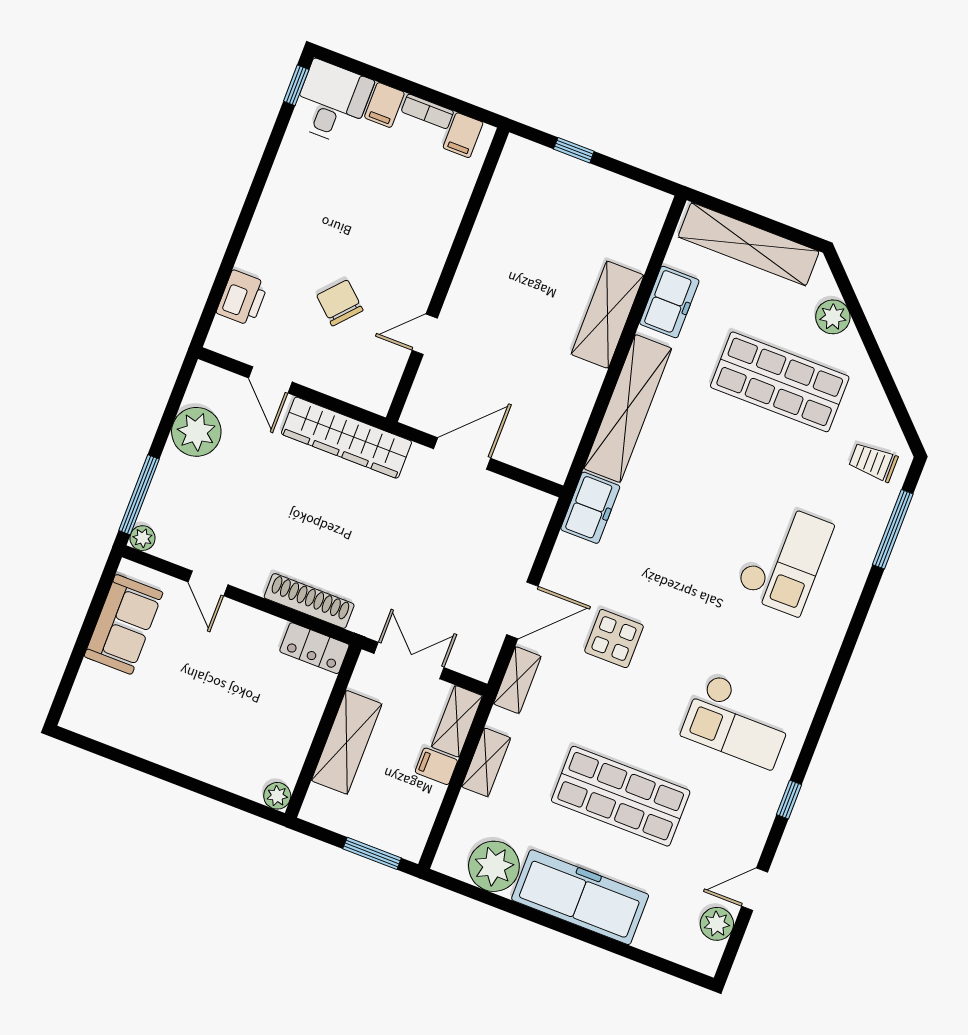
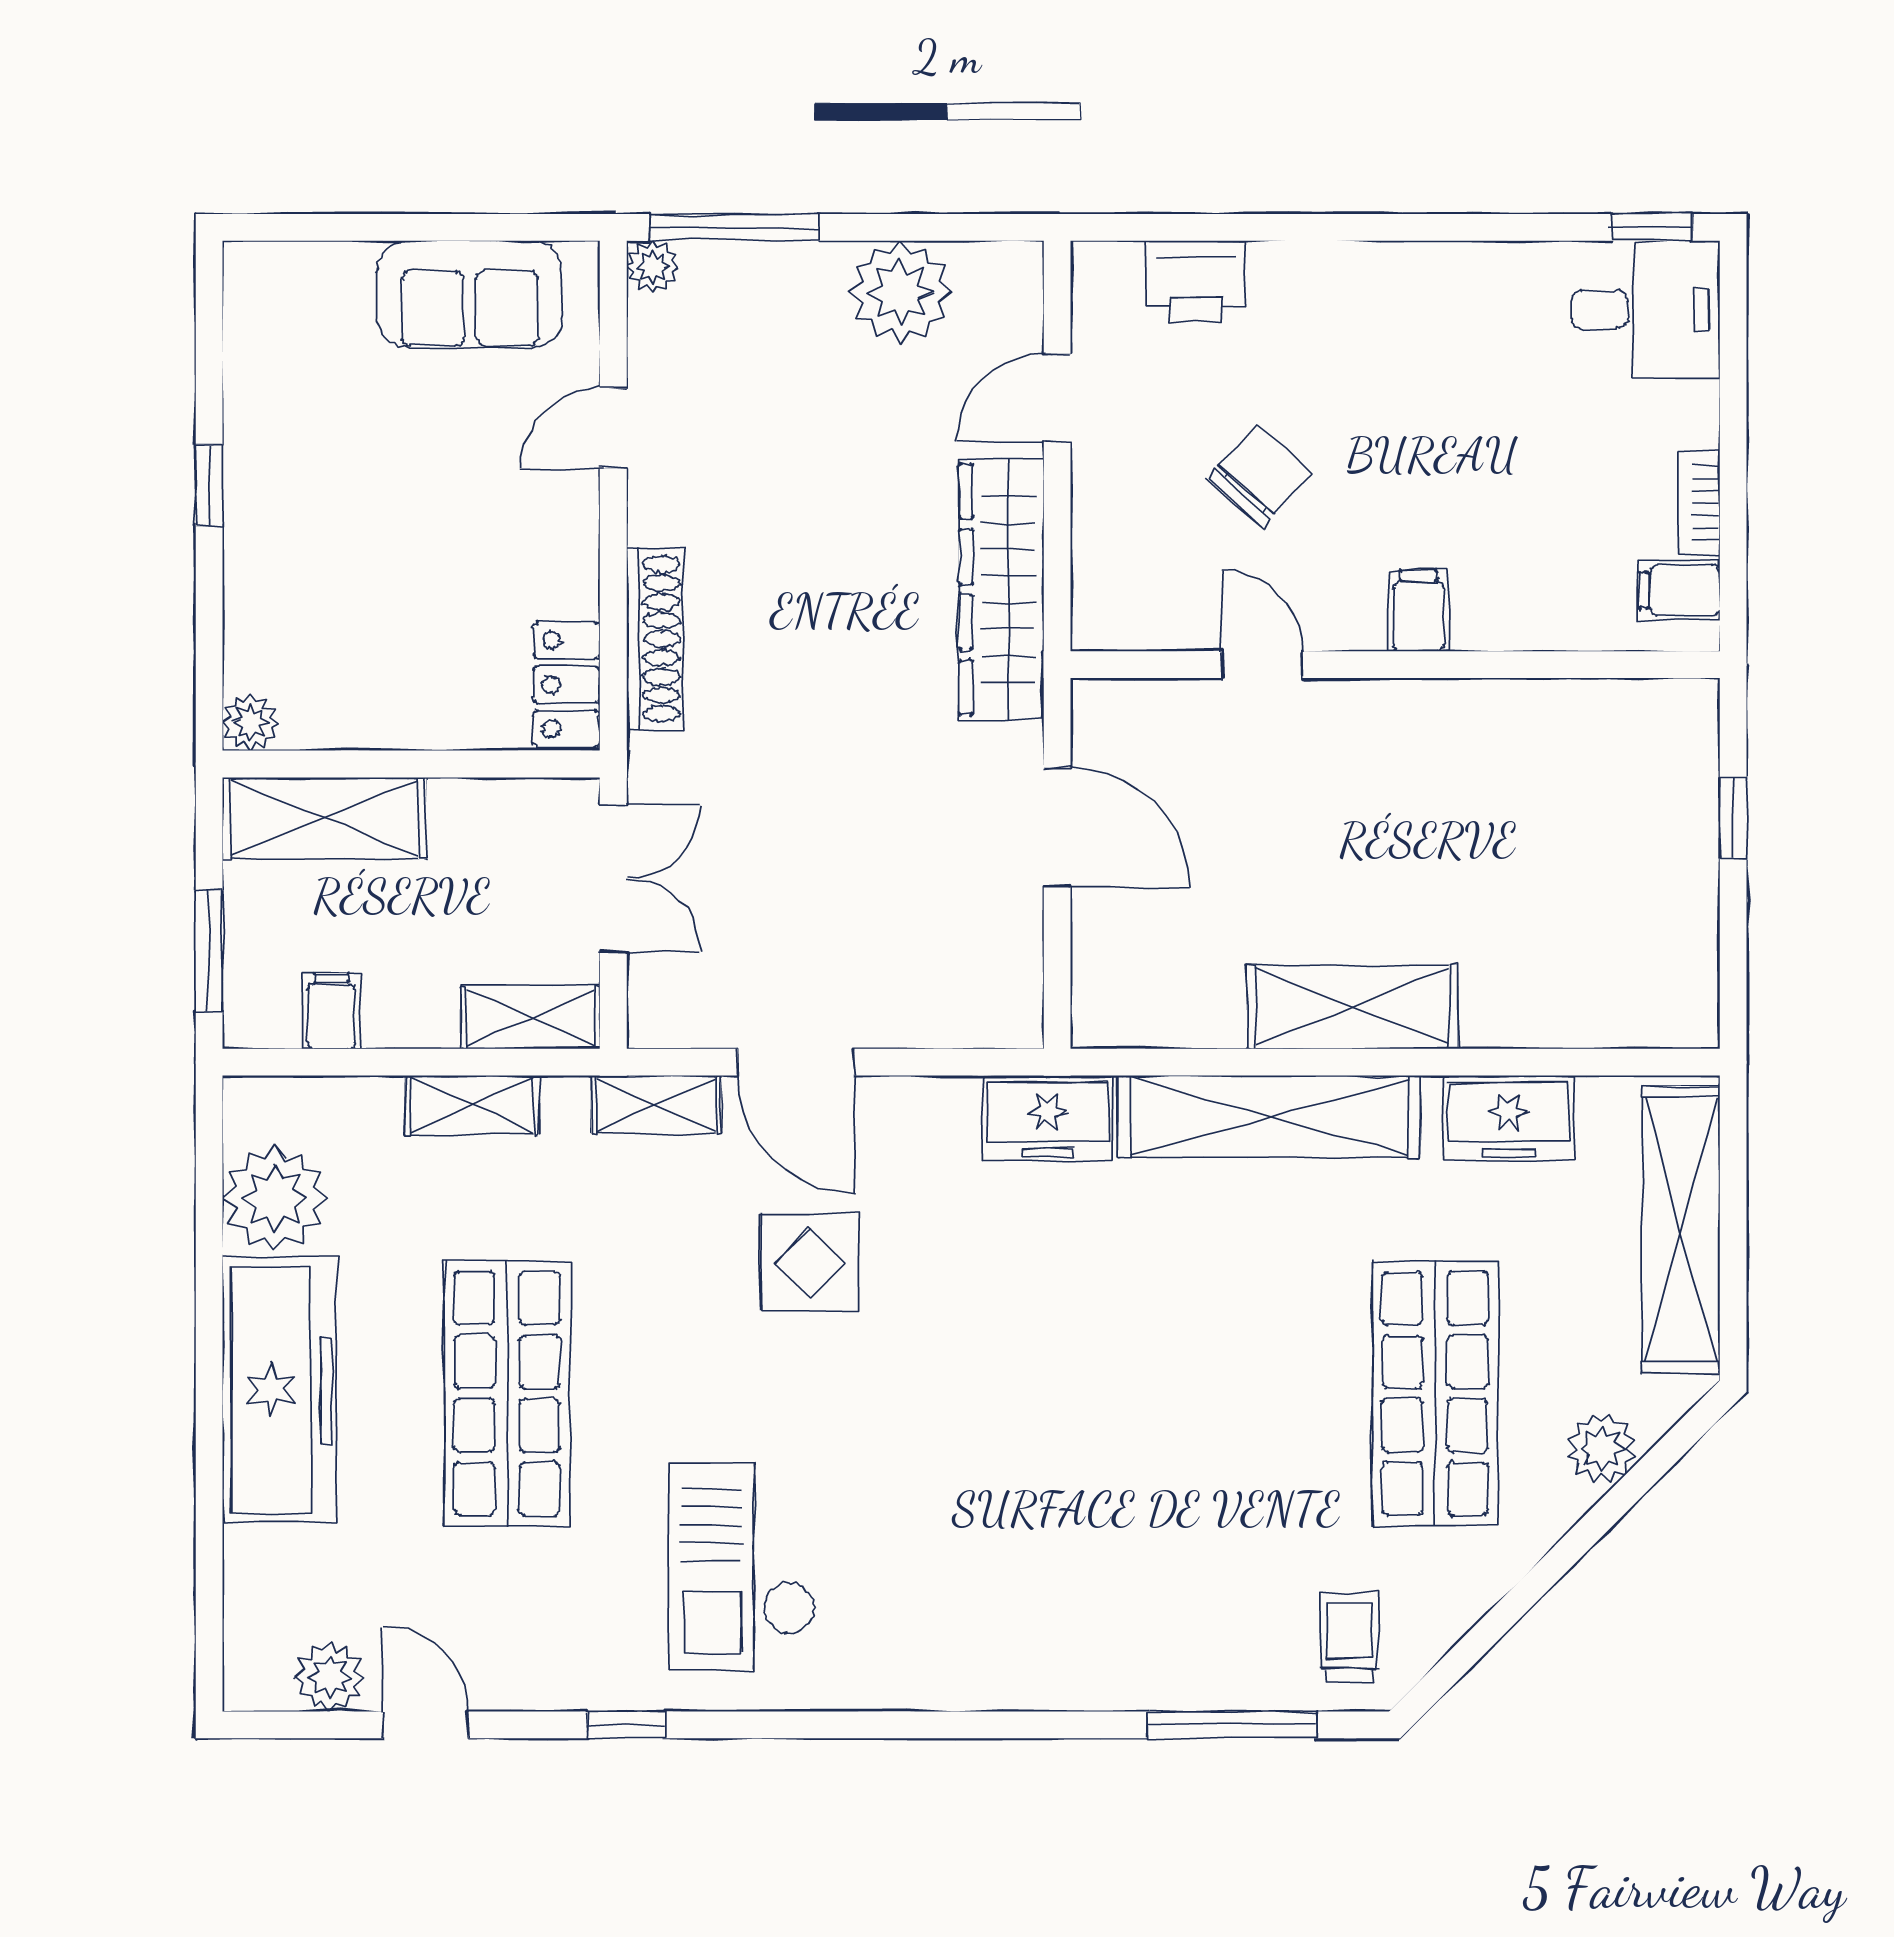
filing cabinet: (384, 105) -> (1419, 611), moved, turned 90
shelving: (607, 315) -> (1352, 1007), moved
checkout: (784, 559) -> (1093, 1535), removed
shelving: (347, 742) -> (324, 818), moved
filing cabinet: (436, 766) -> (331, 1011), moved
window: (164, 774) -> (209, 485), added

